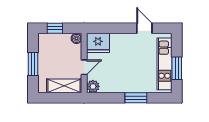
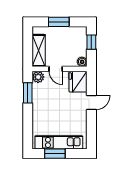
door: (144, 28) -> (91, 103), moved
window: (136, 98) -> (28, 93), moved

